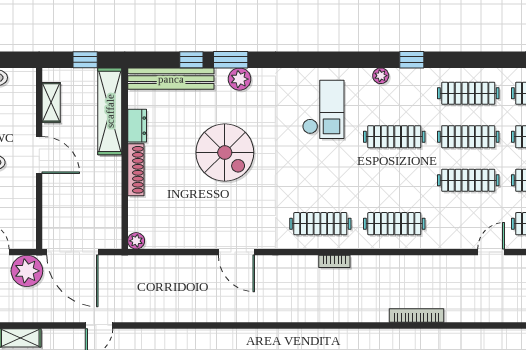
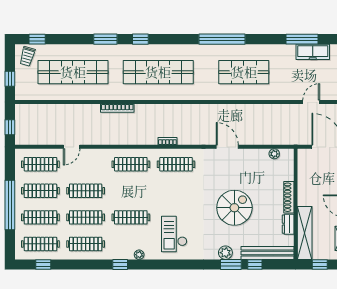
spiral stairs: (225, 153) -> (234, 208), turned 90
plant: (136, 241) -> (274, 154), moved

